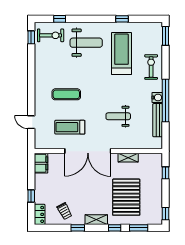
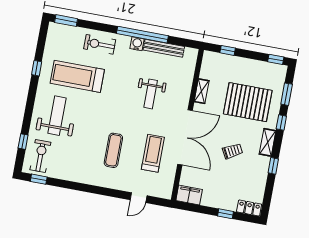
treadmill: (70, 127) -> (153, 153), turned 180
trolley: (64, 211) -> (232, 151), moved

